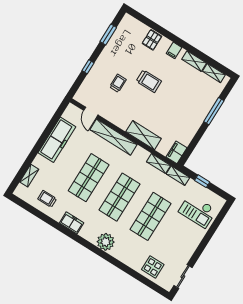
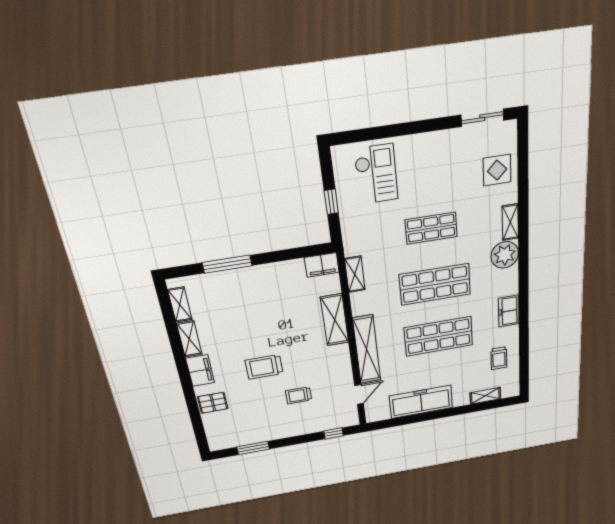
filing cabinet: (174, 50) -> (200, 371), width x2.00
window: (88, 67) -> (333, 433), moved
trolley: (149, 81) -> (264, 367), turned -90
shelving: (178, 176) -> (510, 222), moved
shop shelf: (150, 216) -> (431, 228), width x0.70, depth x0.74

